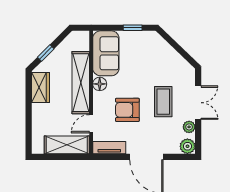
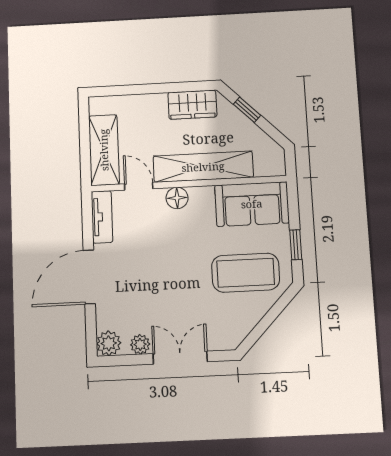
floor lamp: (100, 84) -> (177, 198), moved
coffee table: (163, 102) -> (246, 273), moved, width x1.36, depth x1.32
double door: (198, 103) -> (180, 358), swing flipped
armchair: (127, 110) -> (163, 243), removed

